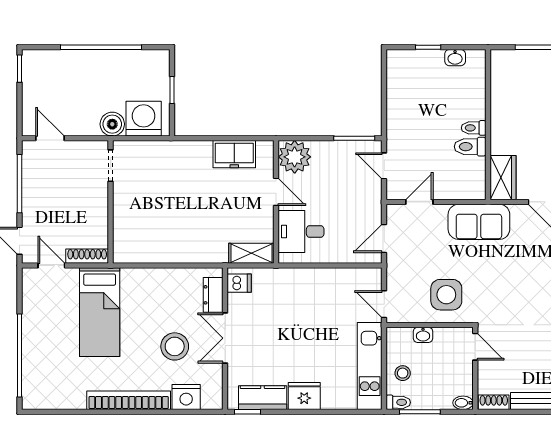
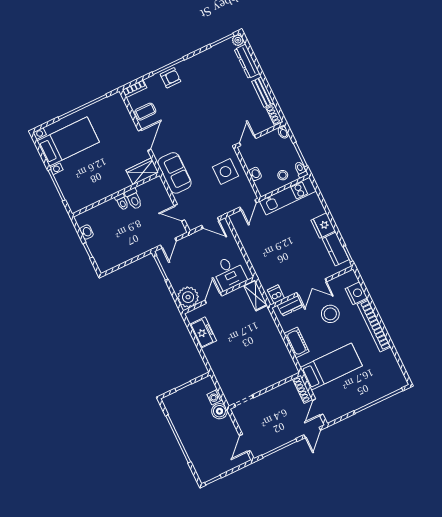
washing machine: (144, 119) -> (215, 397), width x0.53, depth x0.53
cot: (157, 279) -> (296, 343), added

